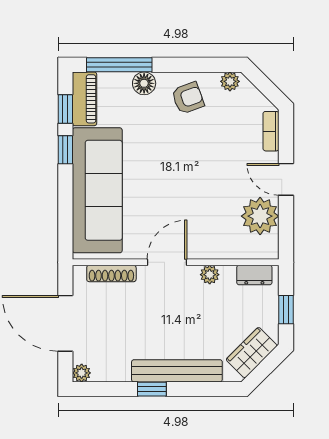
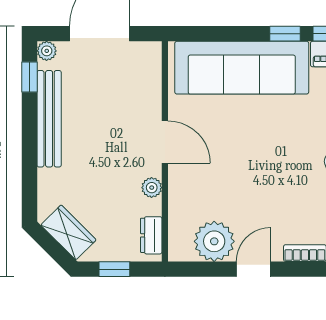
shoe rack: (111, 274) -> (153, 83), removed
bench: (177, 371) -> (49, 119), moved
window: (152, 389) -> (29, 77), moved

